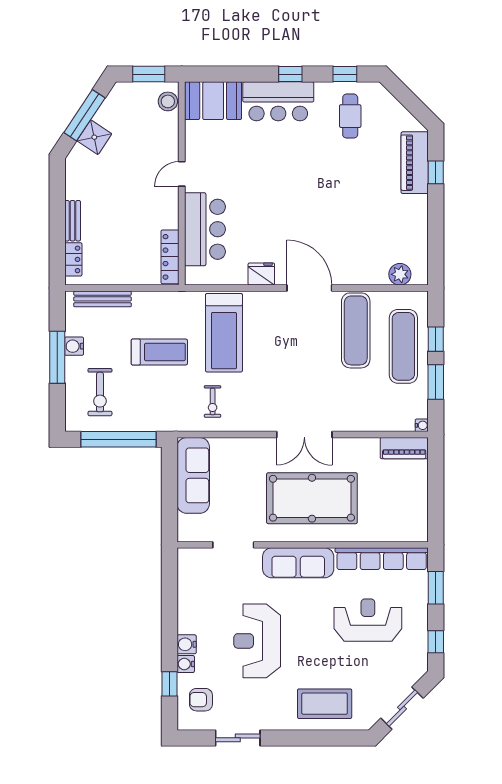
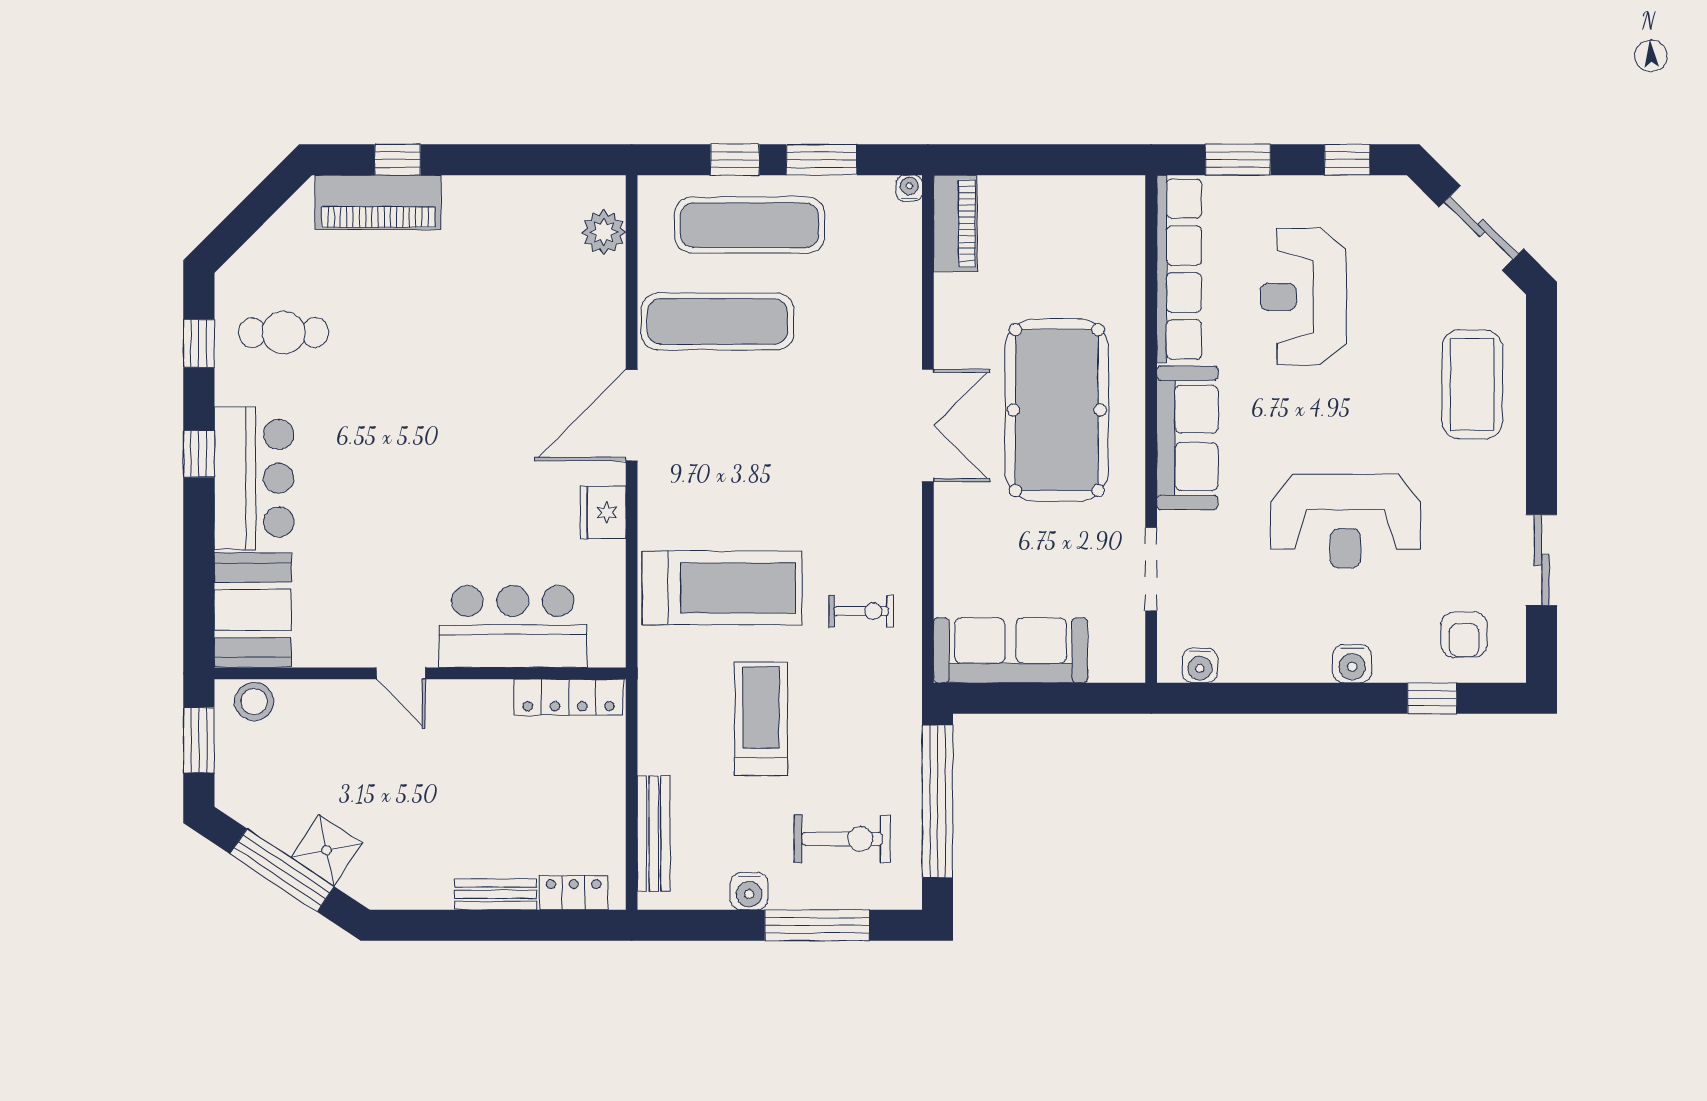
window: (57, 357) -> (817, 925), moved
water cooler: (186, 664) -> (1200, 666), moved

